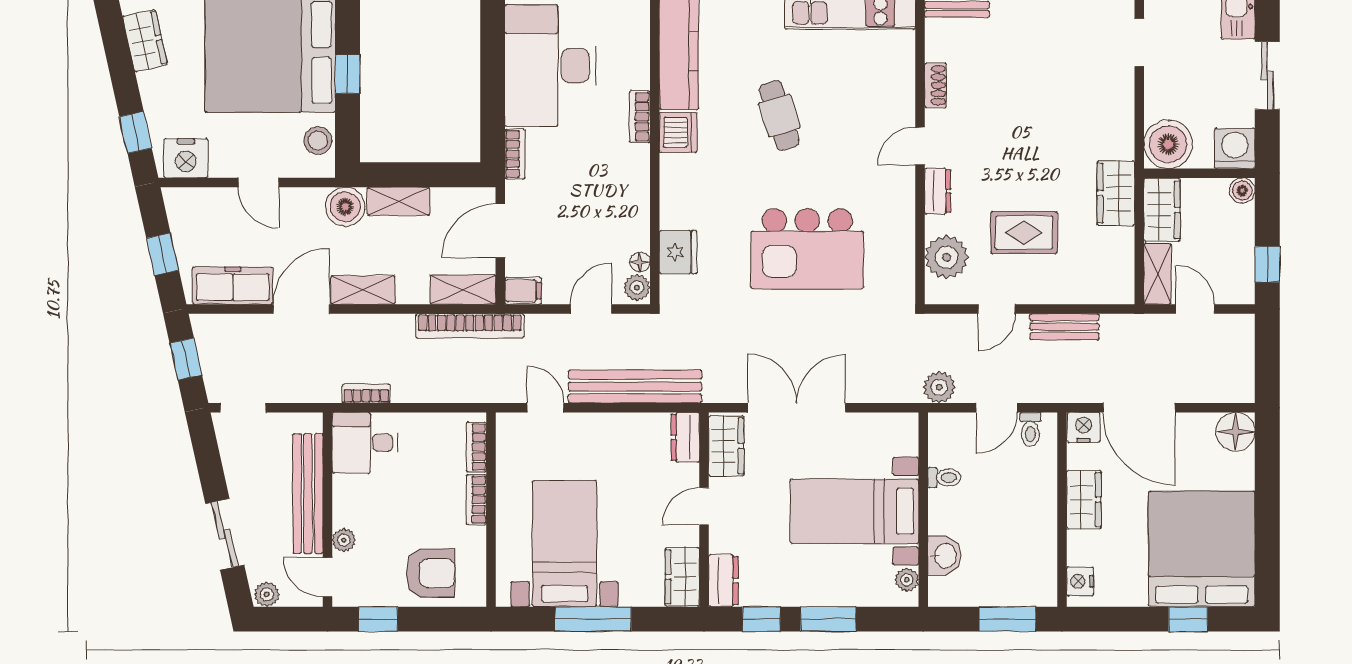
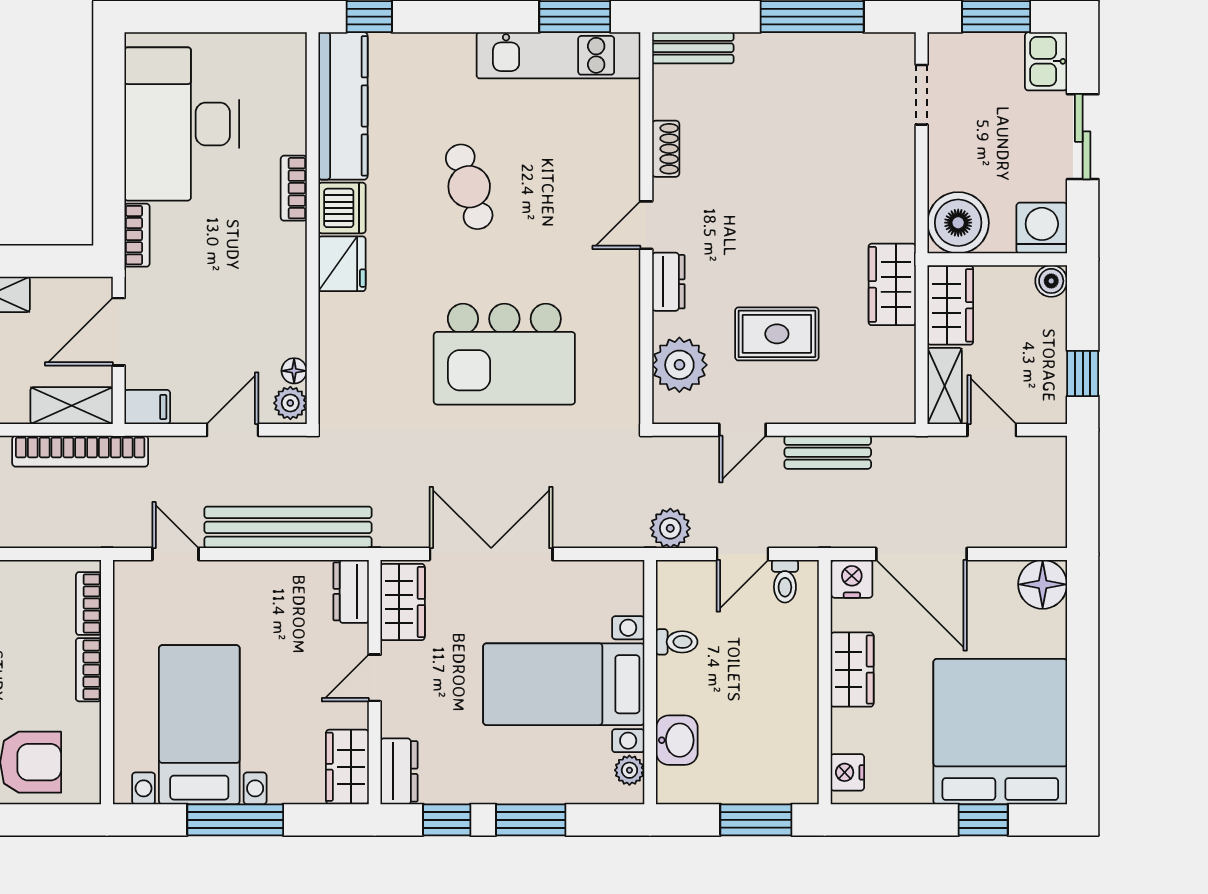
fridge: (678, 252) -> (342, 264), moved

